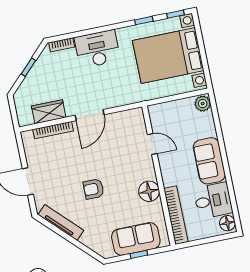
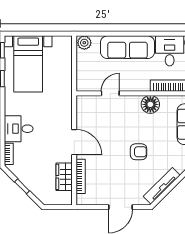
desk: (97, 49) -> (19, 129), width x0.73
bed with nightstands: (168, 56) -> (28, 64), width x0.73
sofa: (209, 161) -> (128, 47), width x1.36
armchair: (94, 189) -> (139, 152), turned -90

